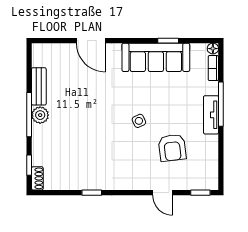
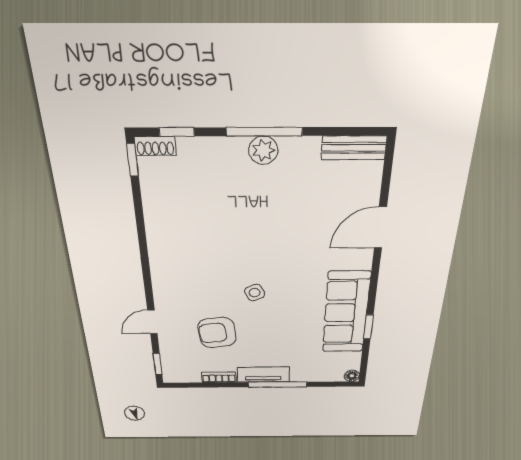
bookcase: (213, 68) -> (219, 377), moved
bench: (39, 86) -> (354, 148), moved
window: (92, 193) -> (133, 160), moved

